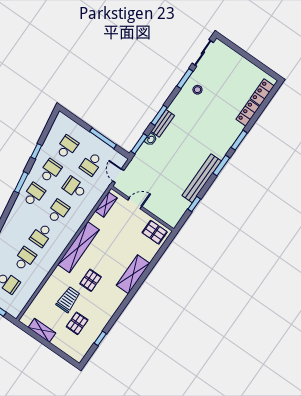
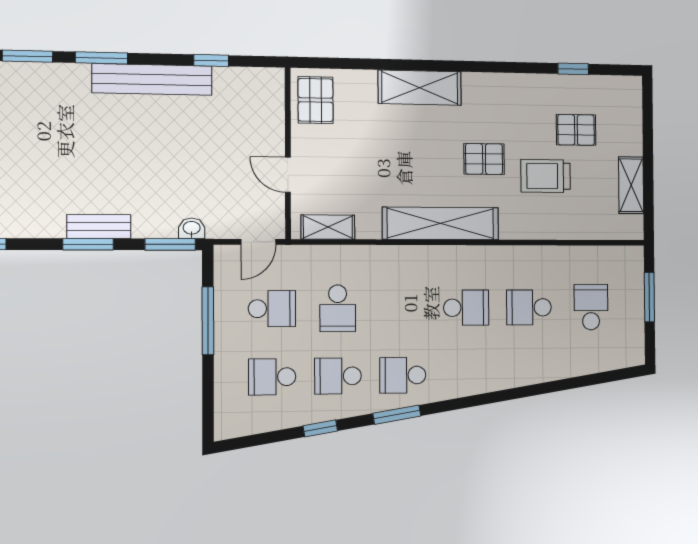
washbasin: (151, 139) -> (192, 228), moved
school desk: (58, 211) -> (402, 308), removed

